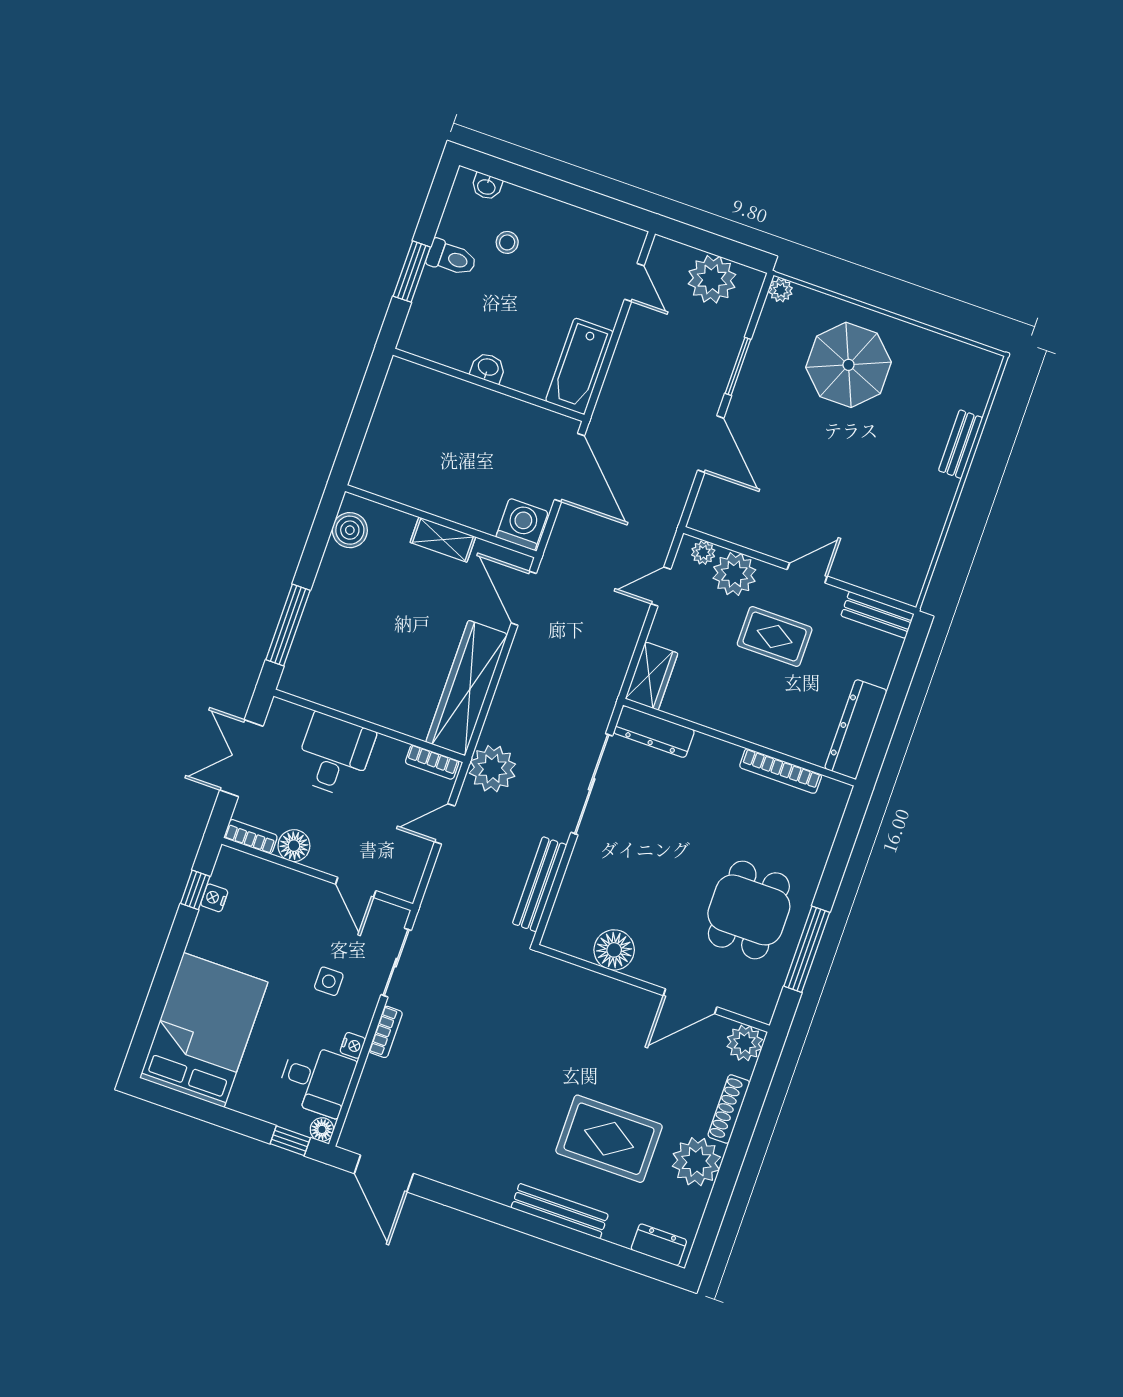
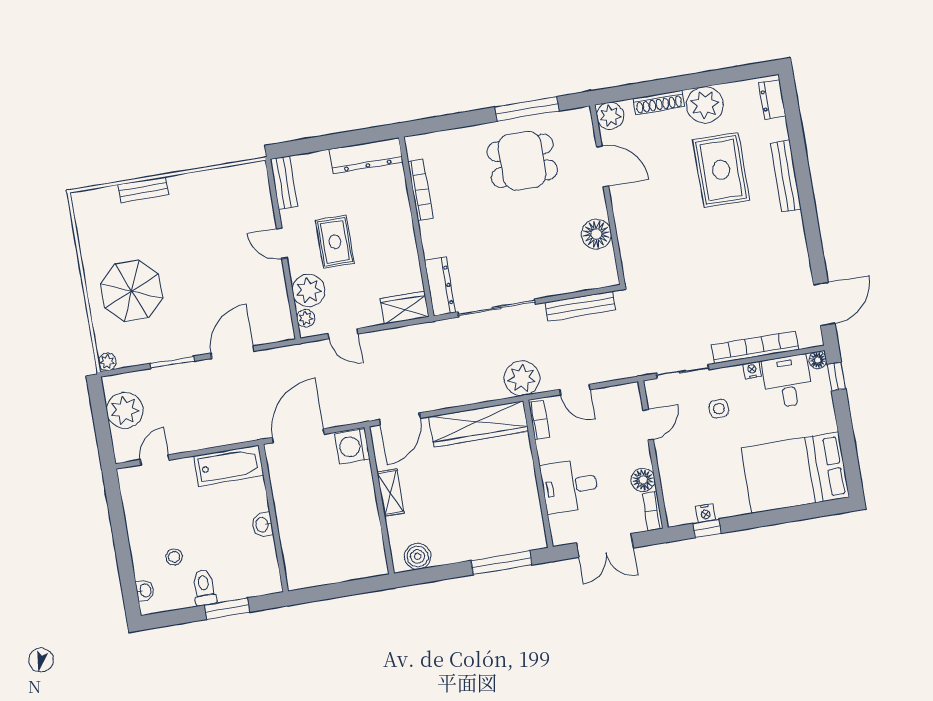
bookcase: (386, 1032) -> (755, 347), width x2.31, depth x1.31

